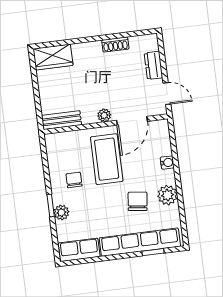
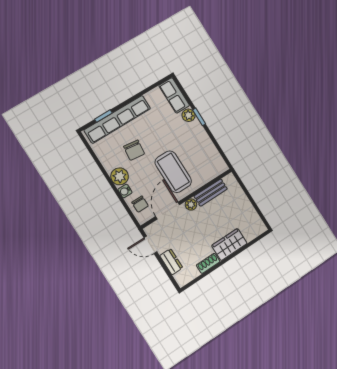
wardrobe: (53, 57) -> (229, 244), moved
bench: (62, 120) -> (211, 193), moved
chair: (74, 180) -> (140, 204), moved
plant: (167, 195) -> (120, 176), moved
row of seats: (79, 250) -> (174, 95), moved, turned 90

